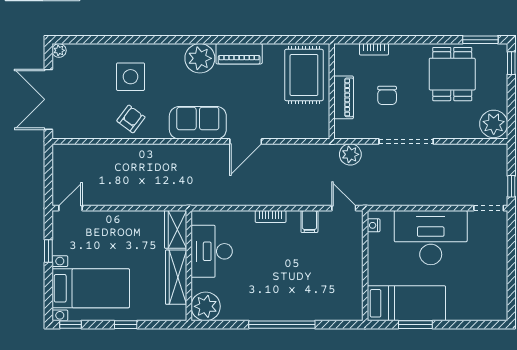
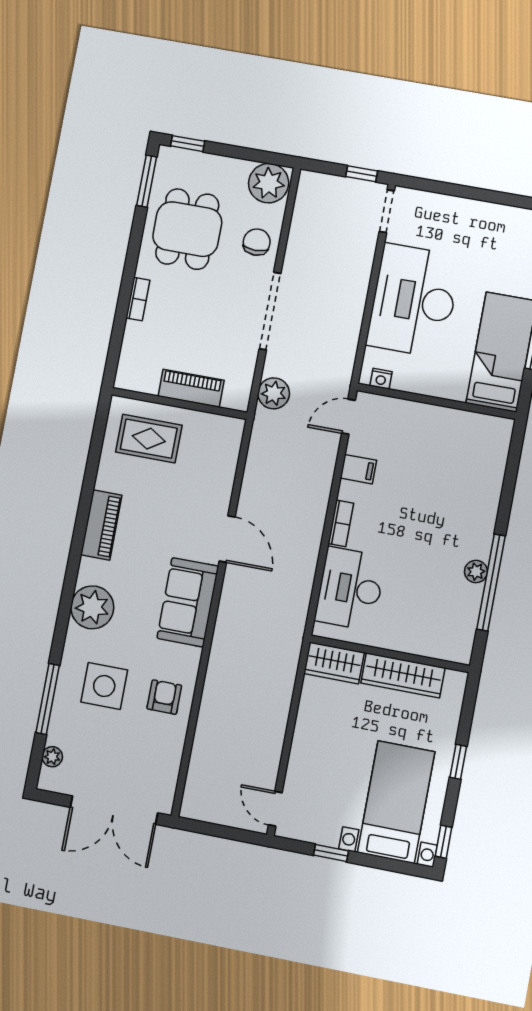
window: (114, 40) -> (48, 699), added
bookcase: (374, 49) -> (138, 299), moved
plant: (59, 50) -> (52, 757), moved
plant: (200, 58) -> (92, 607), moved
dining table: (452, 74) -> (187, 229), turned 90
rug: (304, 75) -> (149, 439), width x0.73, depth x0.70
chair: (387, 95) -> (257, 242), moved, turned -90
armchair: (131, 119) -> (164, 697), turned 53
desk: (212, 251) -> (350, 589), moved, turned 90
plant: (206, 306) -> (476, 572), moved, width x0.53, depth x0.53
window: (282, 325) -> (491, 583), moved

